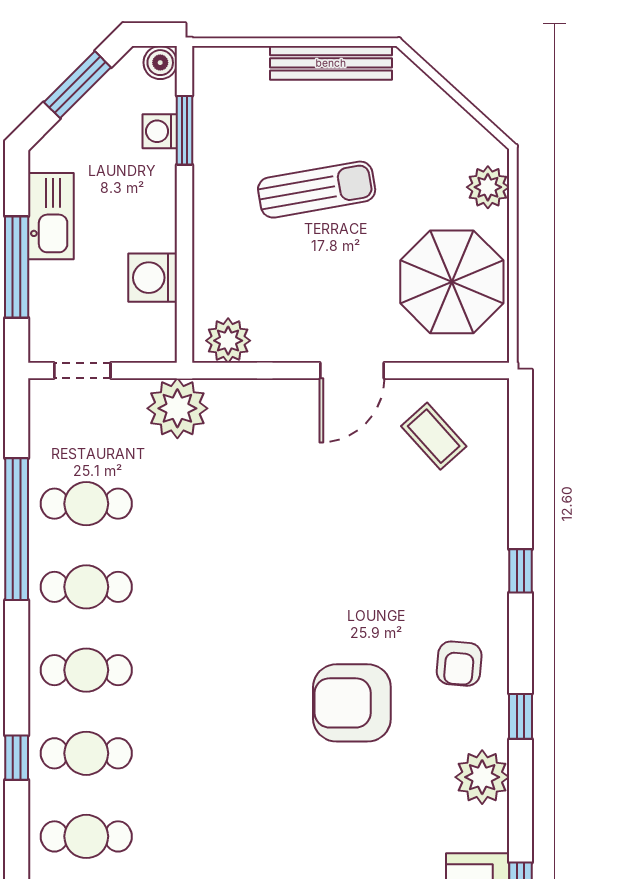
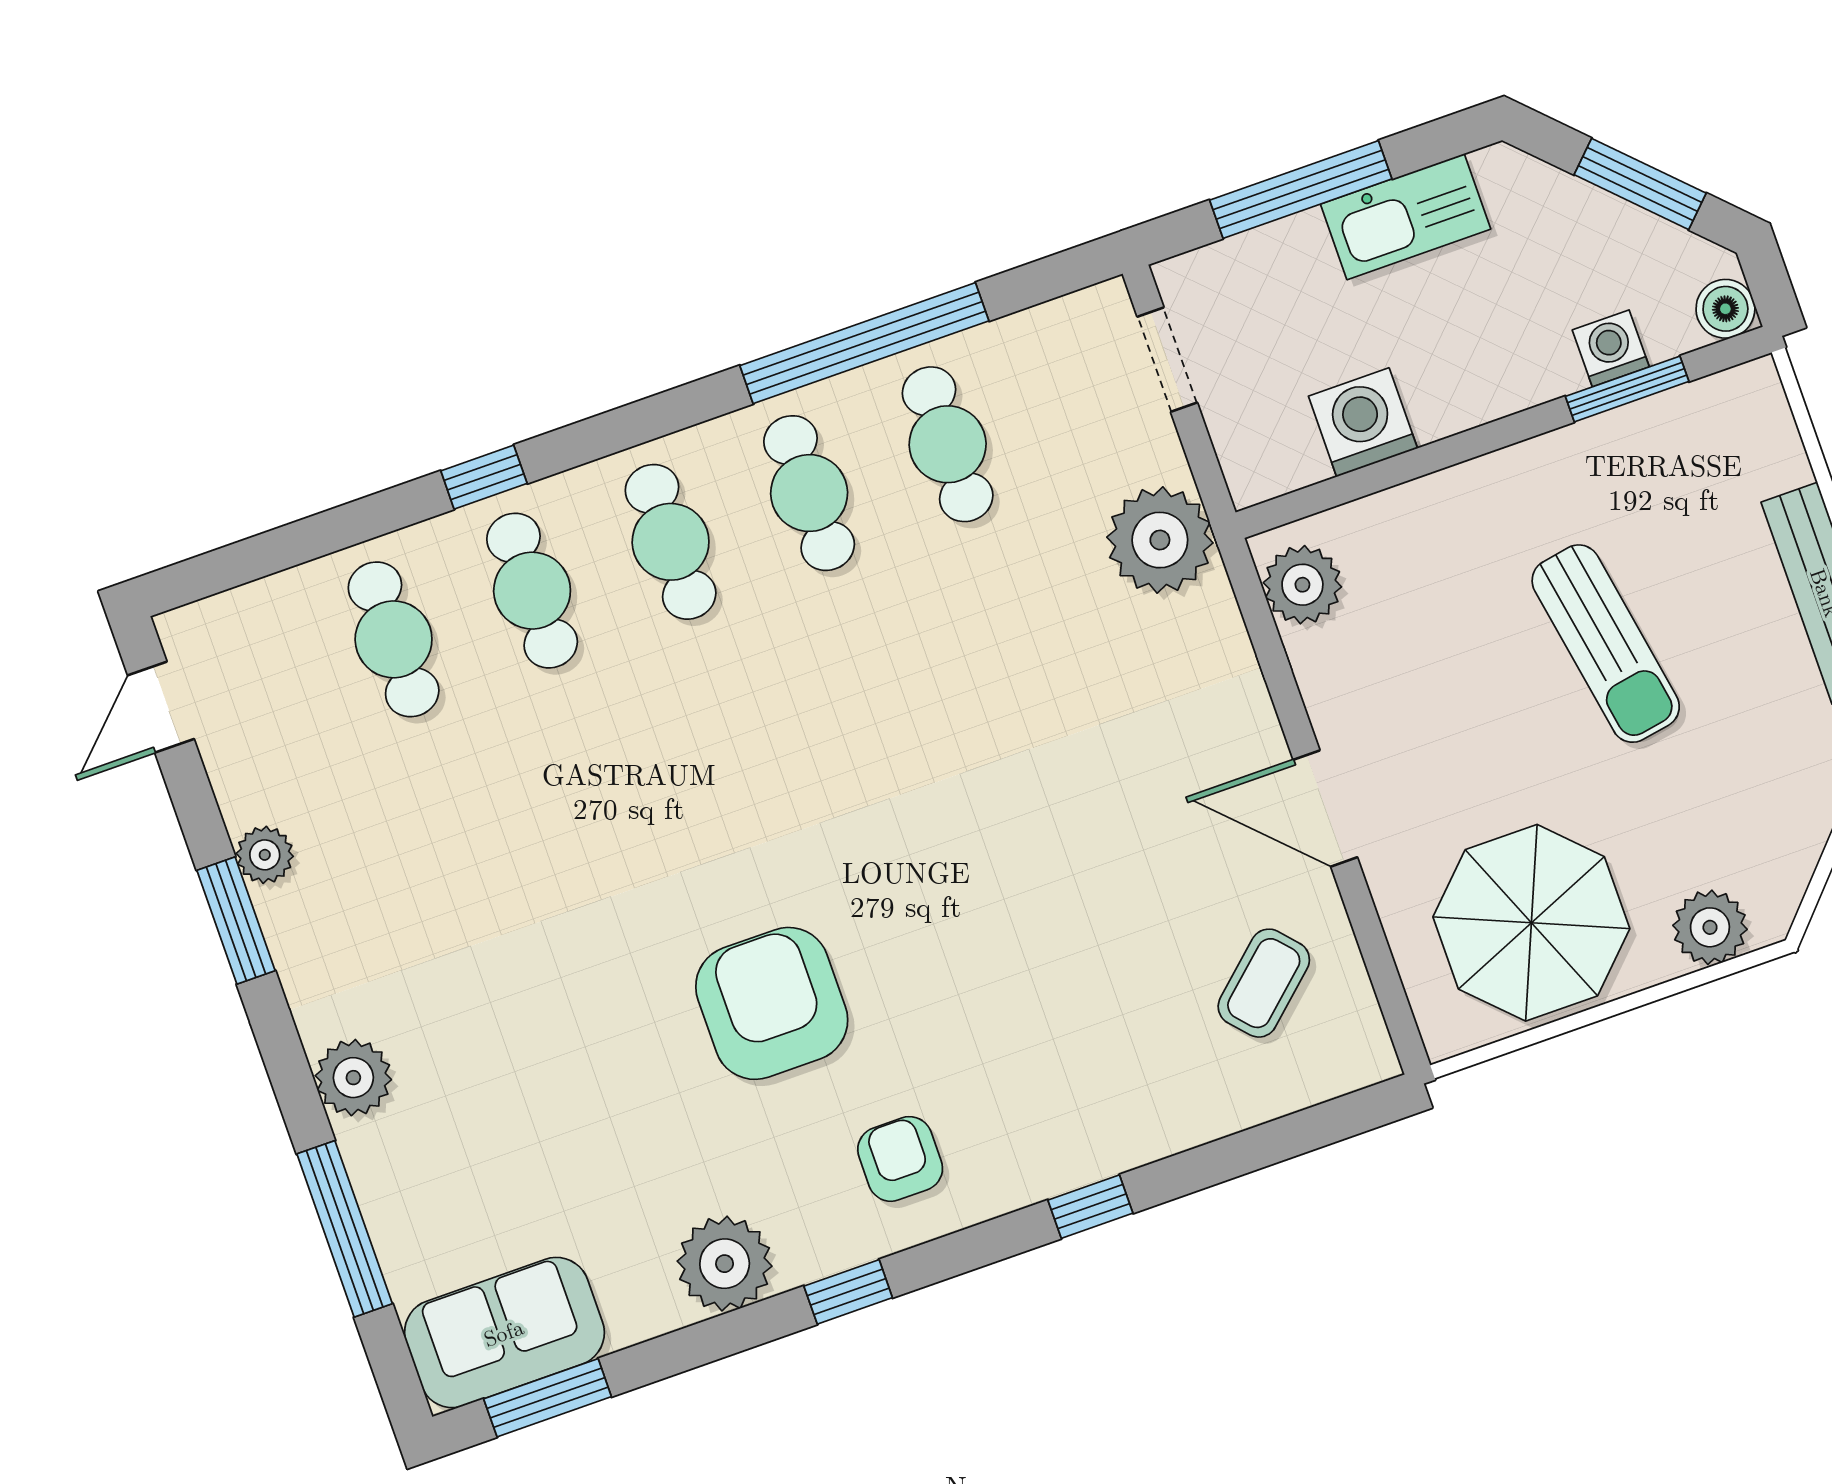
armchair: (459, 664) -> (900, 1159), turned 85

